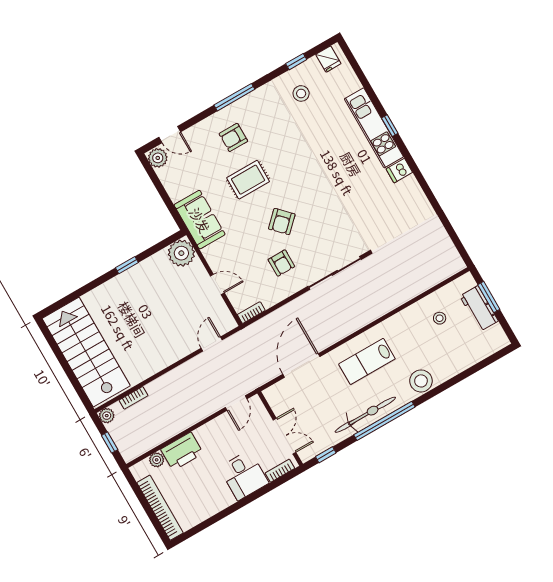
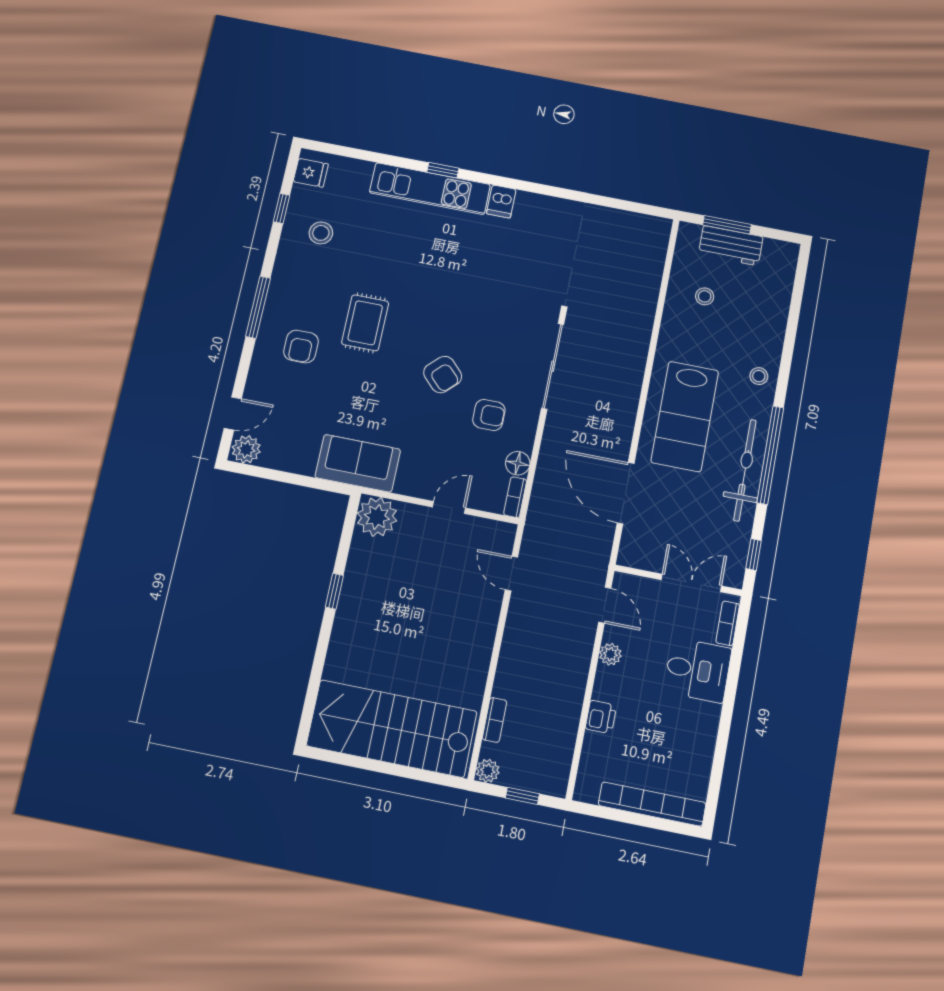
rug: (248, 180) -> (365, 323), moved
floor lamp: (269, 299) -> (518, 463), added
lab bench: (367, 361) -> (685, 416), width x1.36, depth x1.39
stool: (421, 381) -> (759, 376), width x0.53, depth x0.53
printer: (182, 451) -> (601, 717), width x0.53, depth x0.68
plant: (157, 460) -> (610, 654), moved

